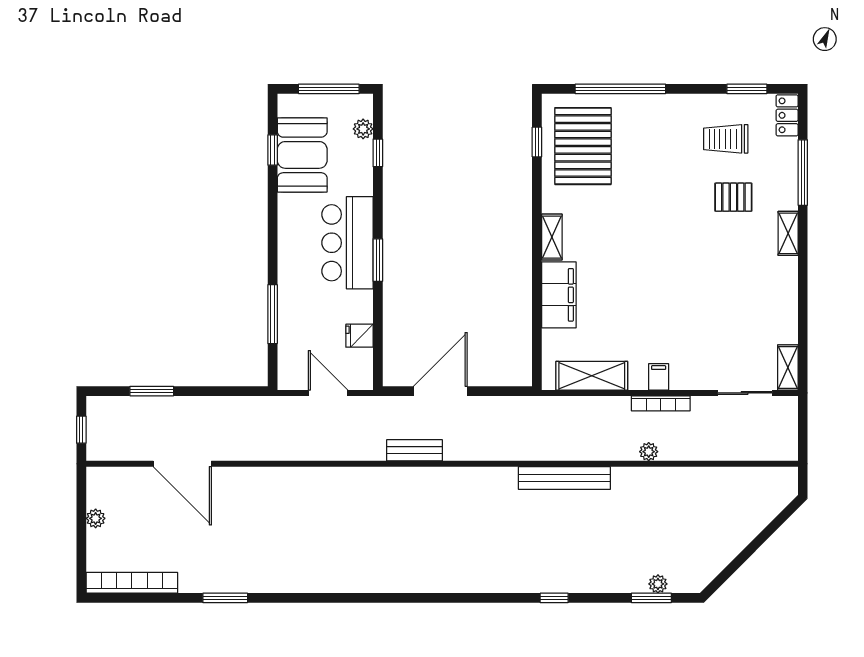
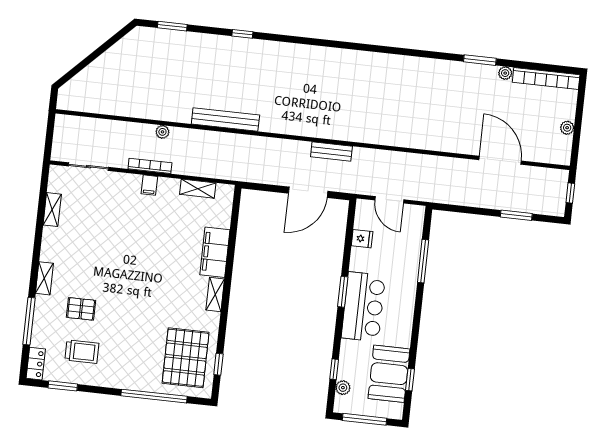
shelving: (788, 368) -> (52, 210), moved
shelving: (592, 376) -> (198, 189), width x0.67, depth x0.75
plant: (658, 584) -> (505, 73), moved

